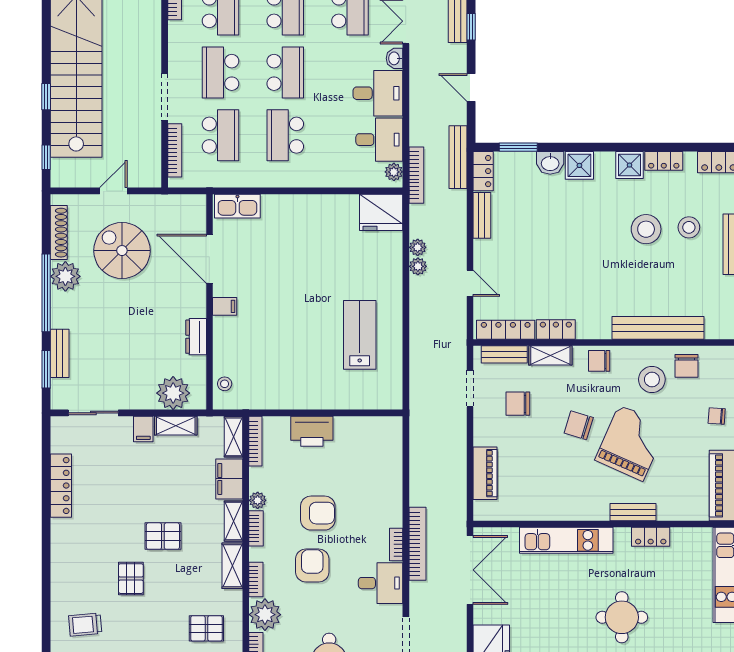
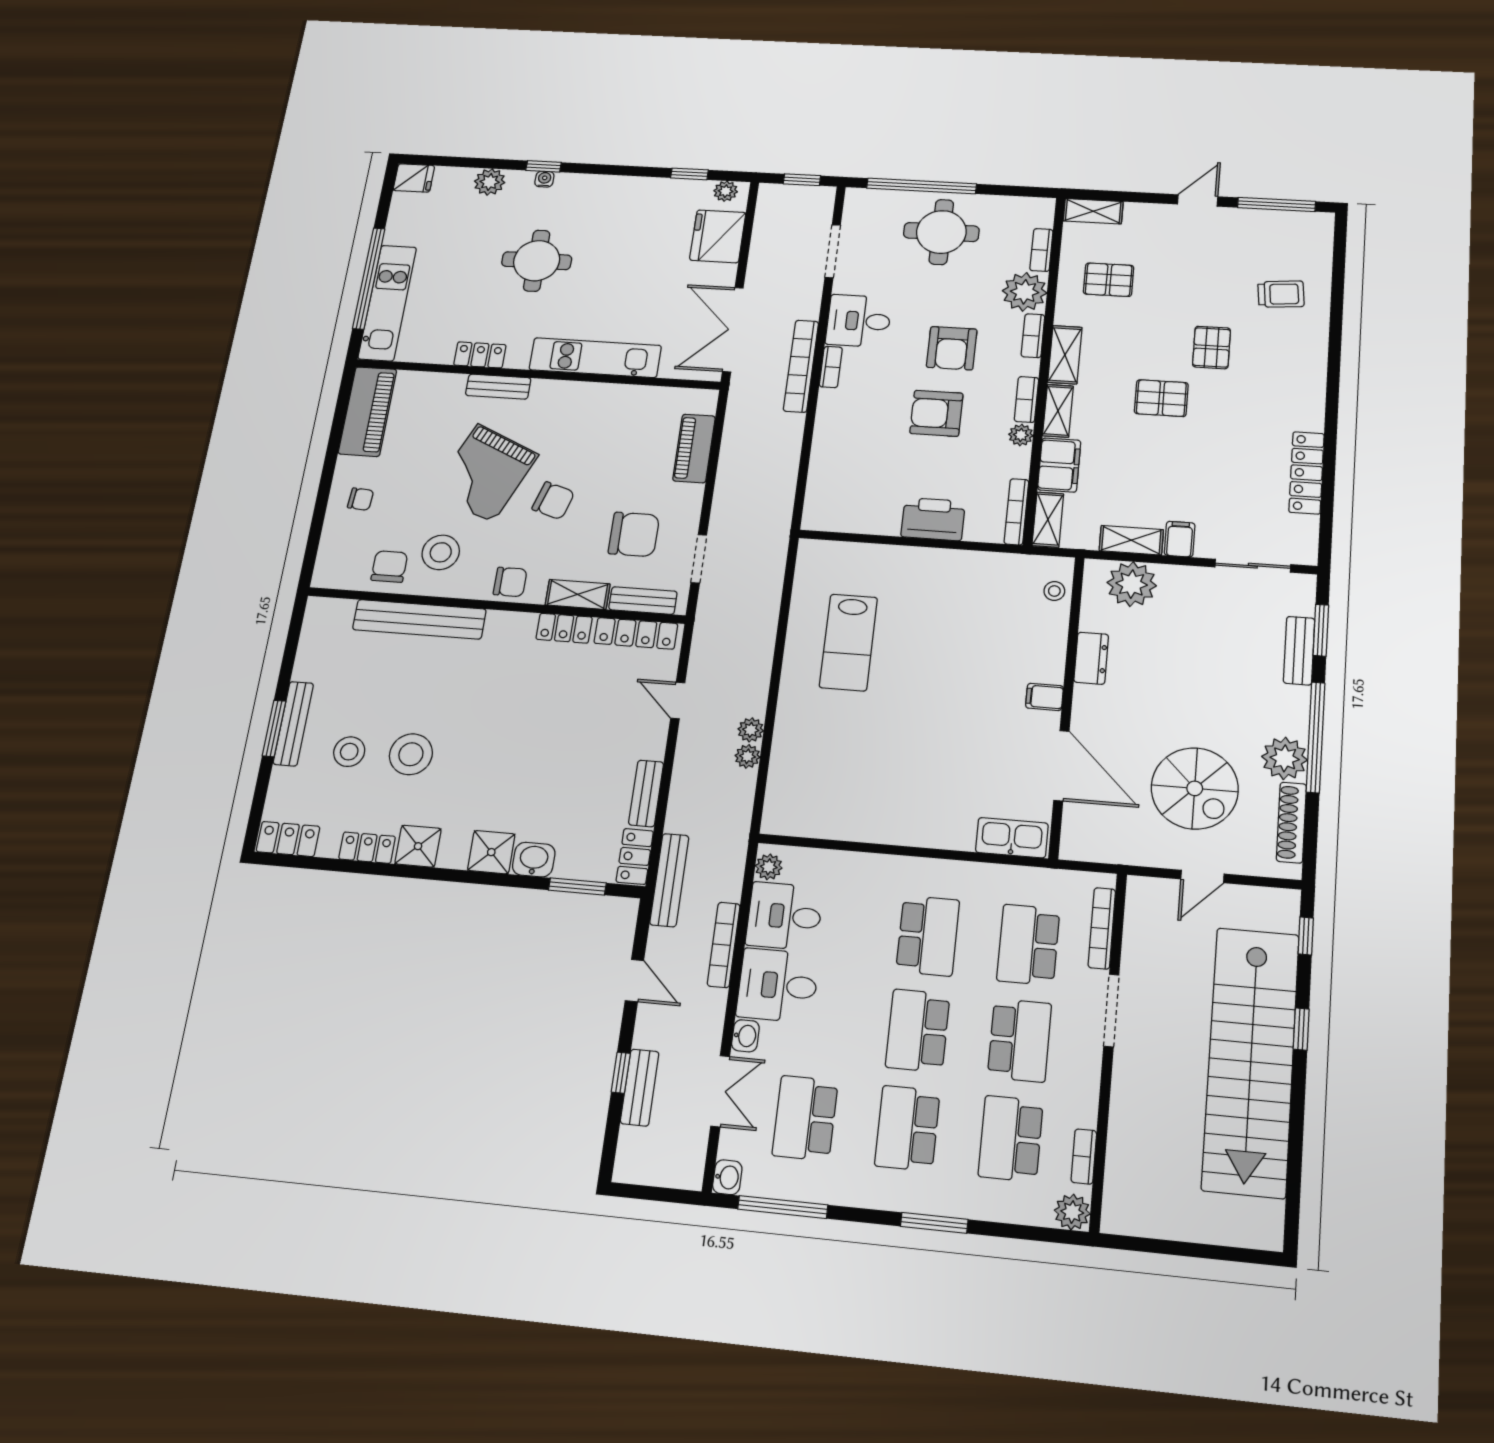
bookcase: (416, 175) -> (724, 945), moved
fridge: (381, 212) -> (795, 810), removed
chair: (518, 404) -> (634, 534), width x1.37, depth x1.37

